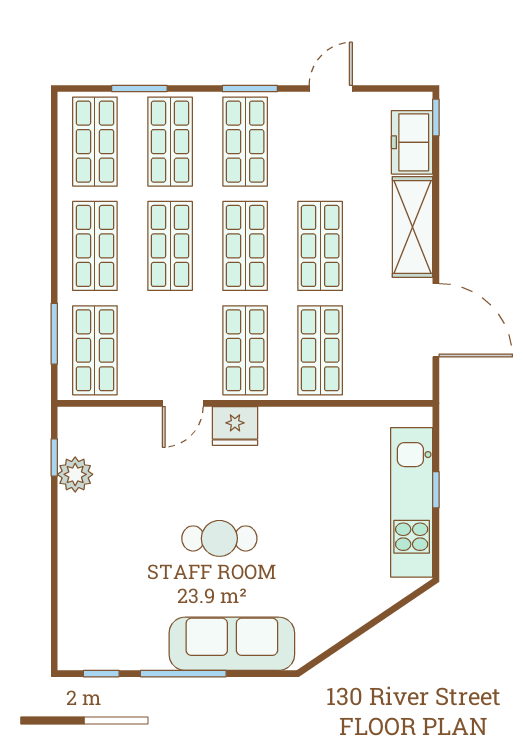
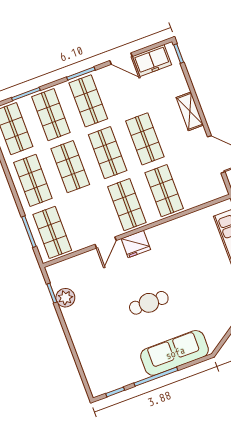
door: (331, 89) -> (121, 59), swing flipped
freezer: (412, 142) -> (152, 61), moved, turned -90
shelving: (413, 227) -> (190, 111), width x0.67, depth x0.75

